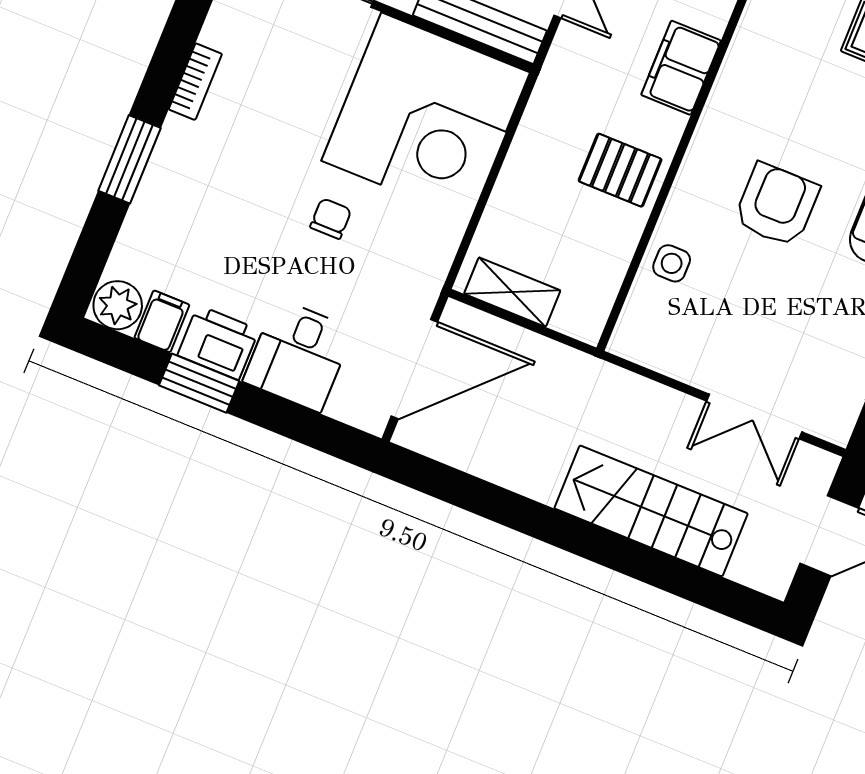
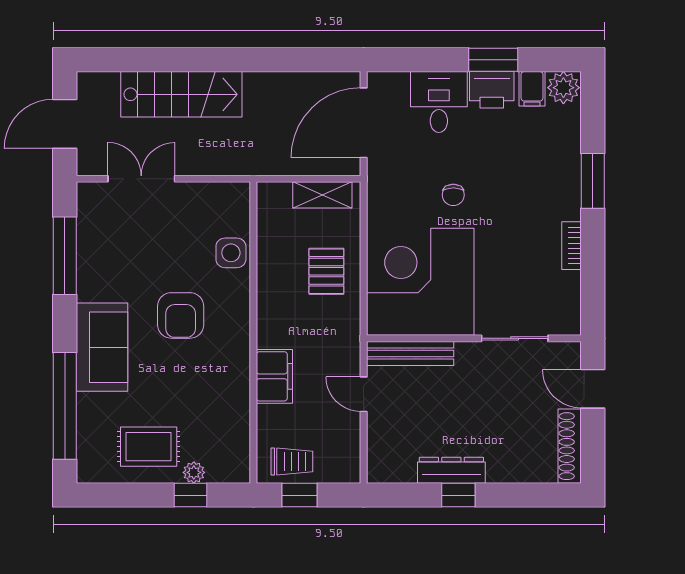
pallet: (620, 170) -> (326, 271), moved, turned 90
side table: (672, 263) -> (231, 253), width x1.37, depth x1.37

